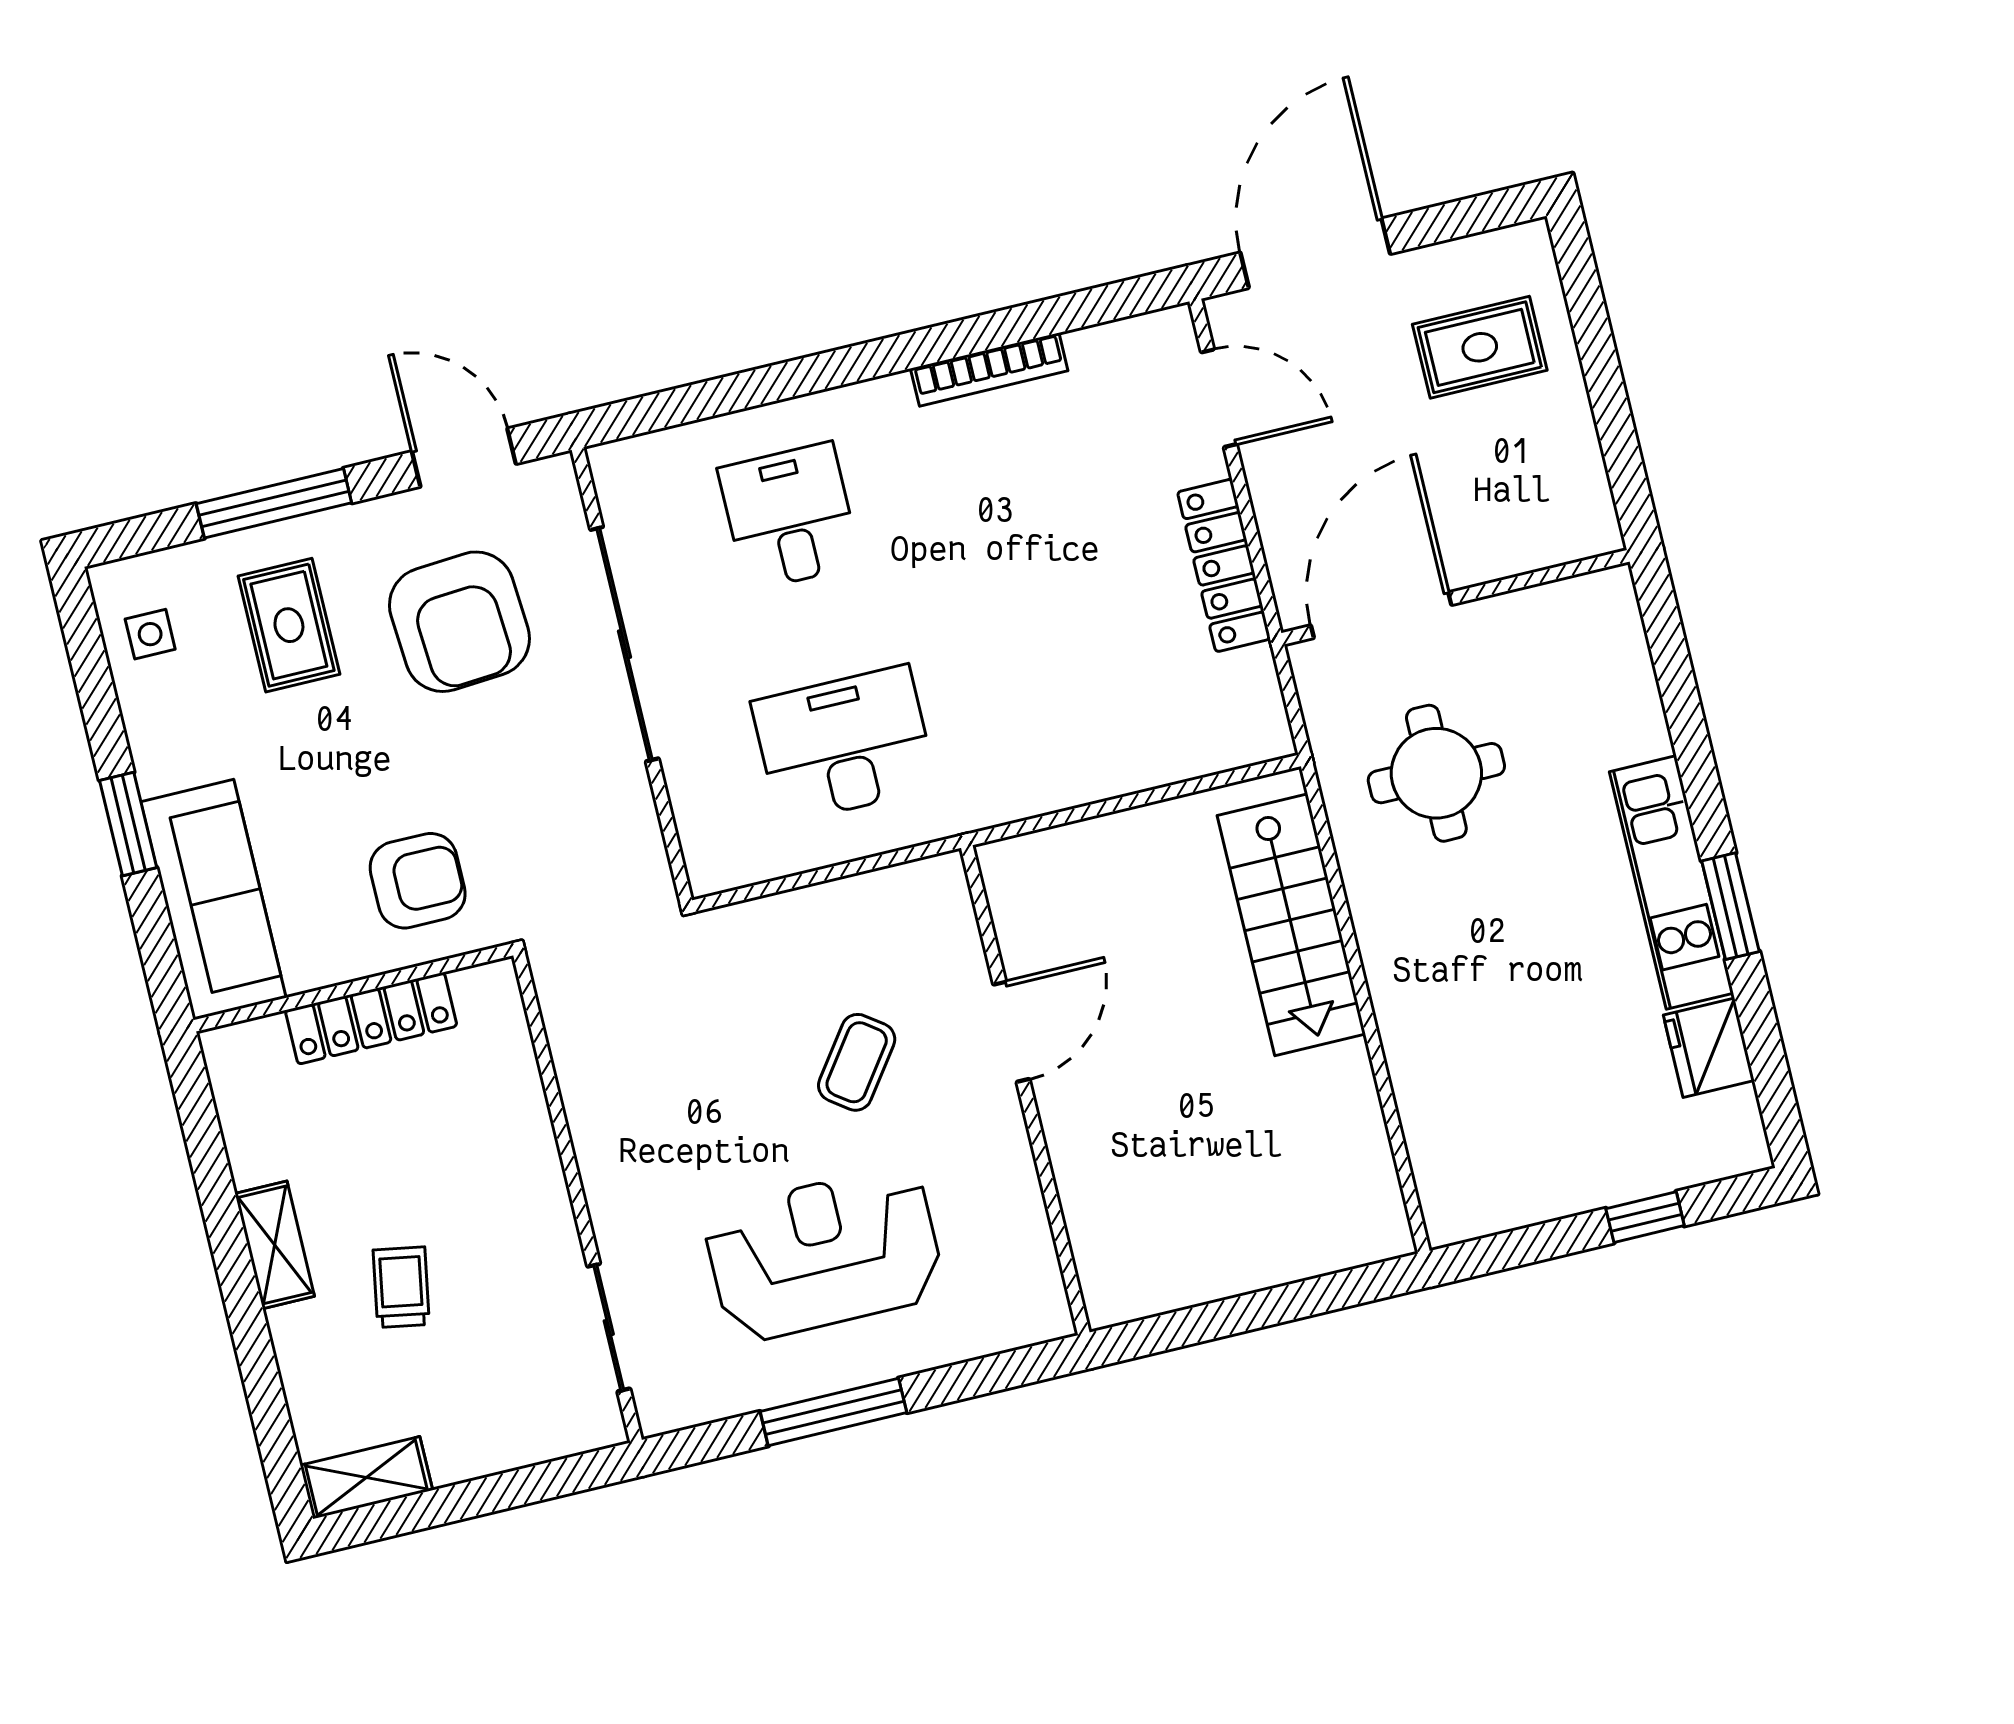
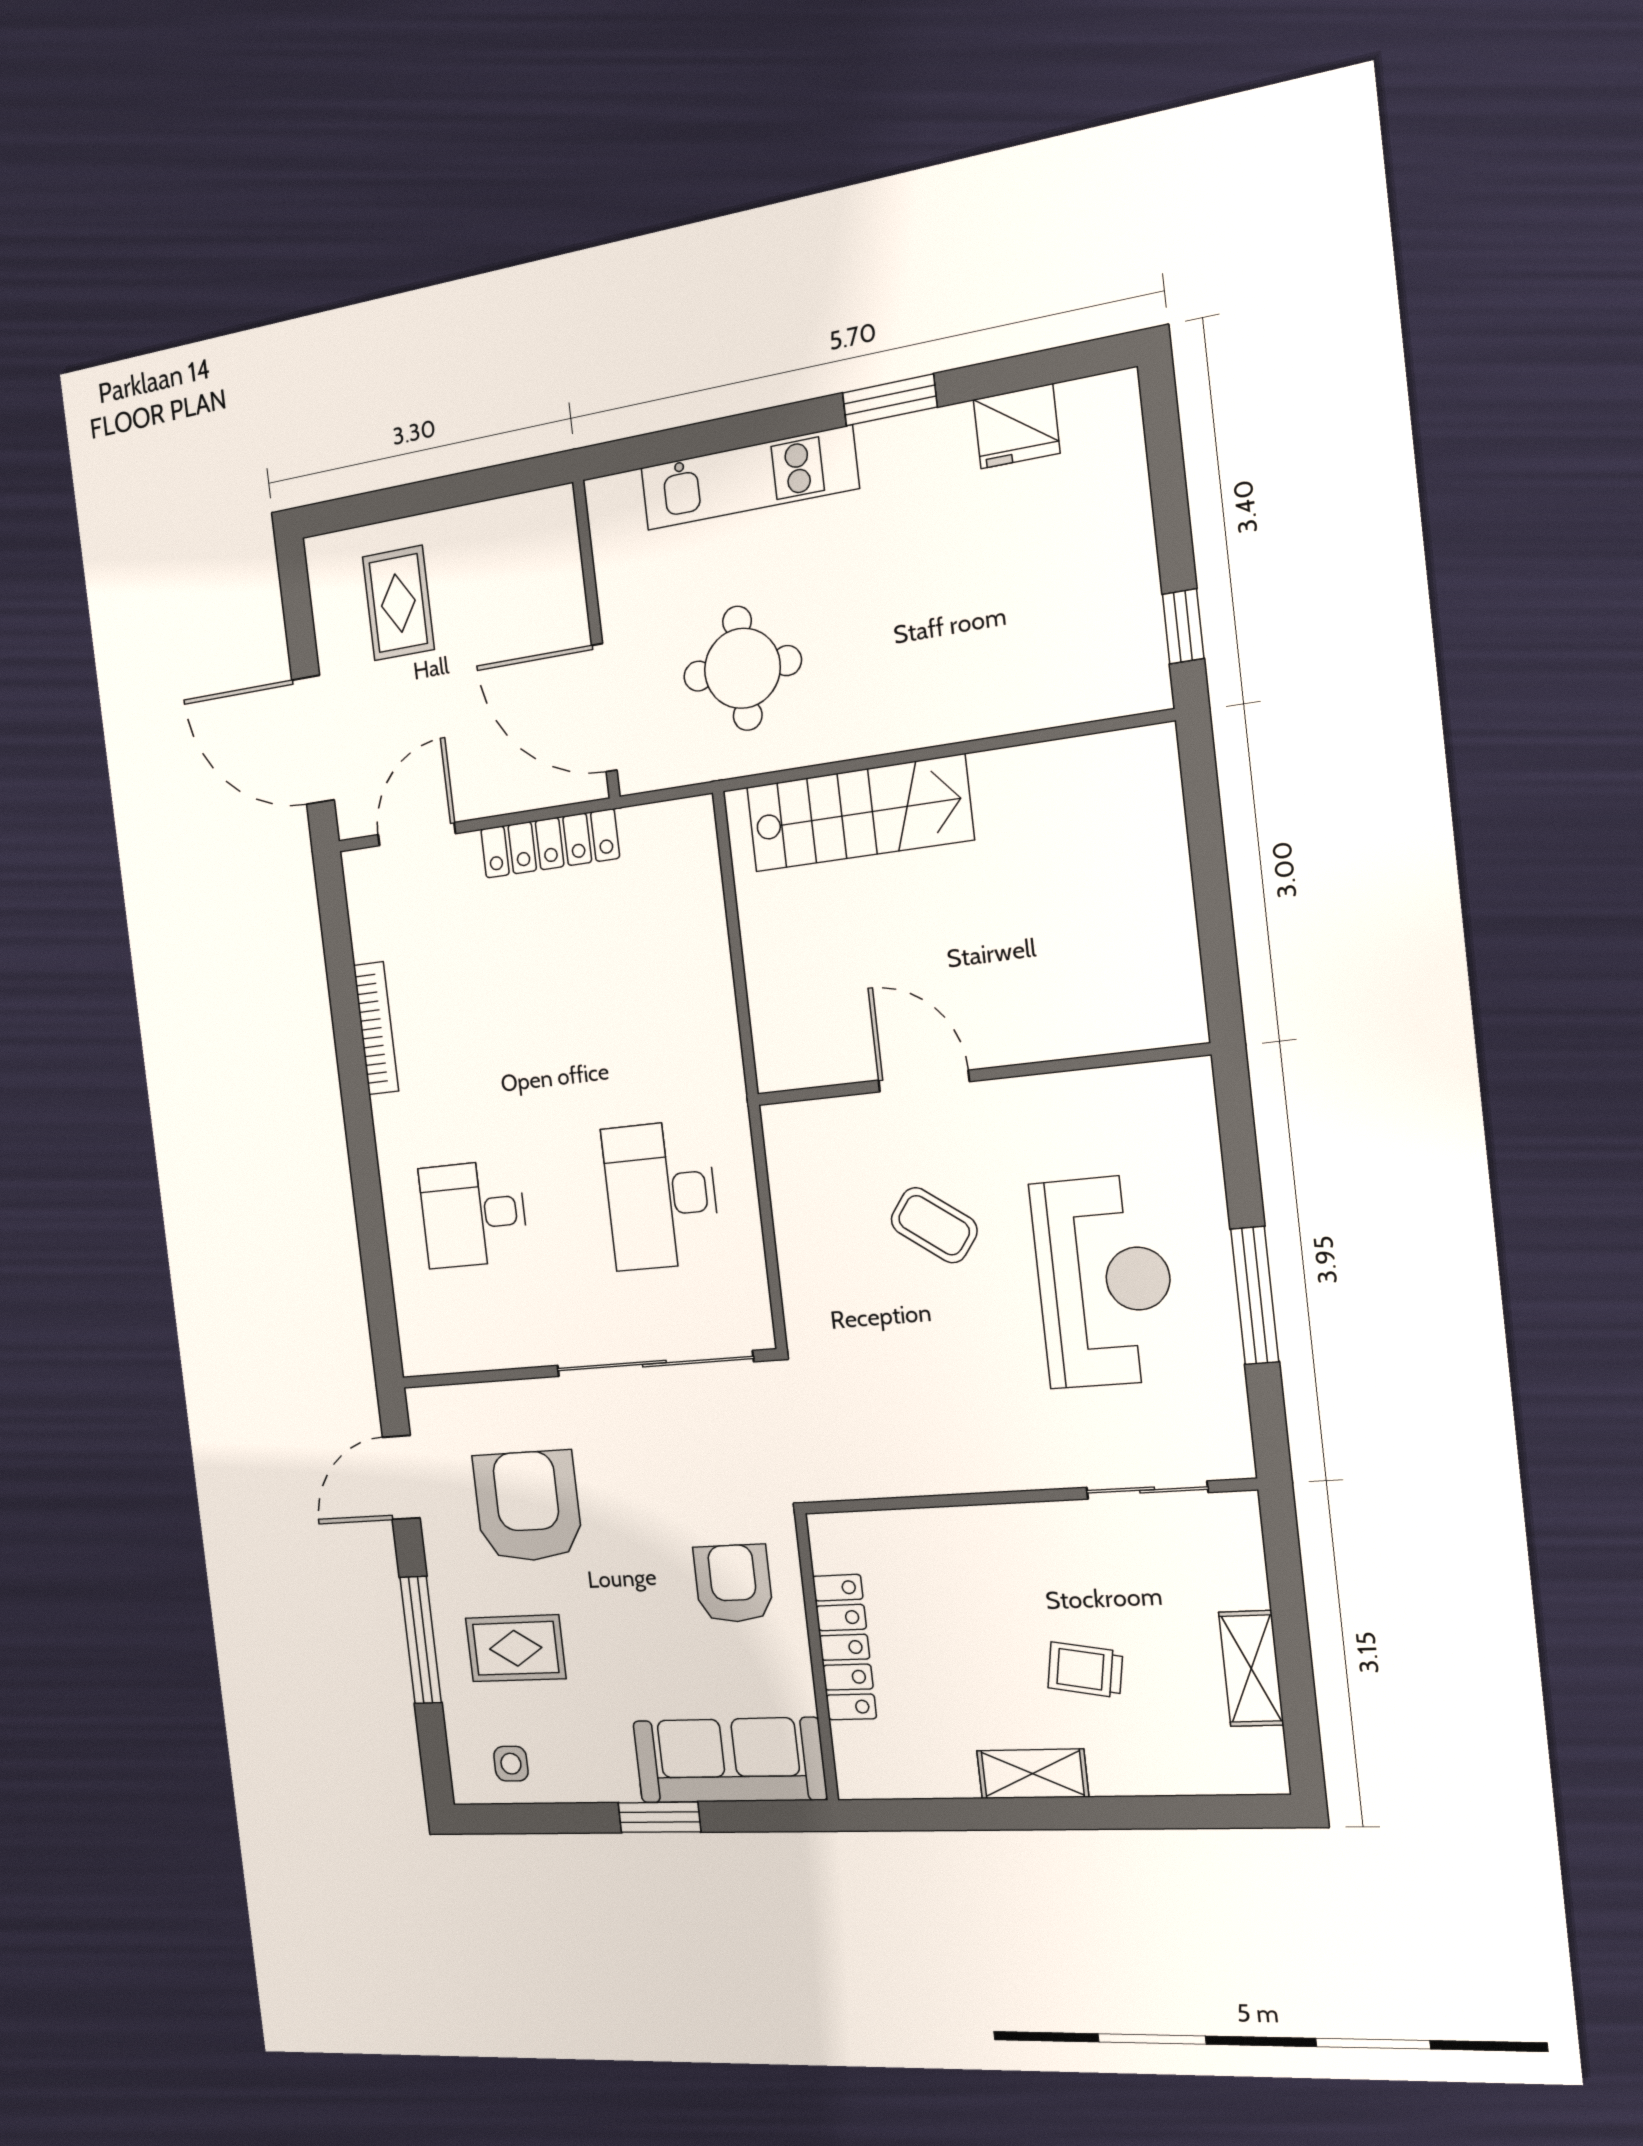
armchair: (459, 622) -> (528, 1506), turned -86
sliding door: (624, 644) -> (654, 1364), moved
kitchen unit: (1671, 882) -> (749, 478), moved
window: (1645, 1217) -> (1183, 626), moved
reception desk: (824, 1254) -> (1104, 1281), turned 180
shelving: (366, 1478) -> (1251, 1669), moved

